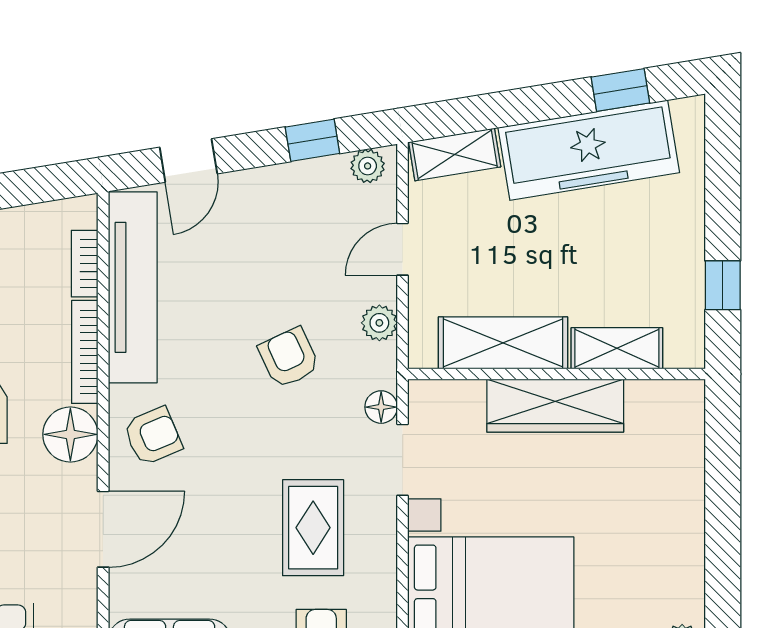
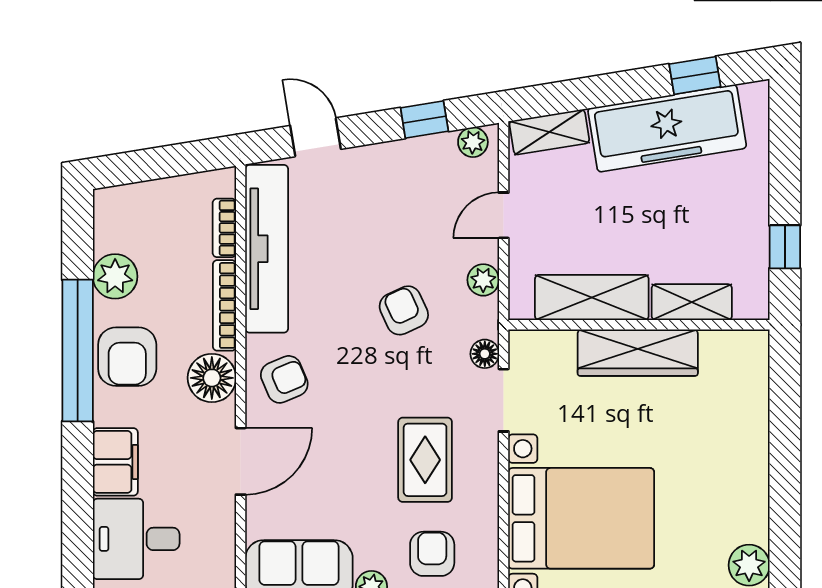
door: (188, 160) -> (316, 137), swing flipped

